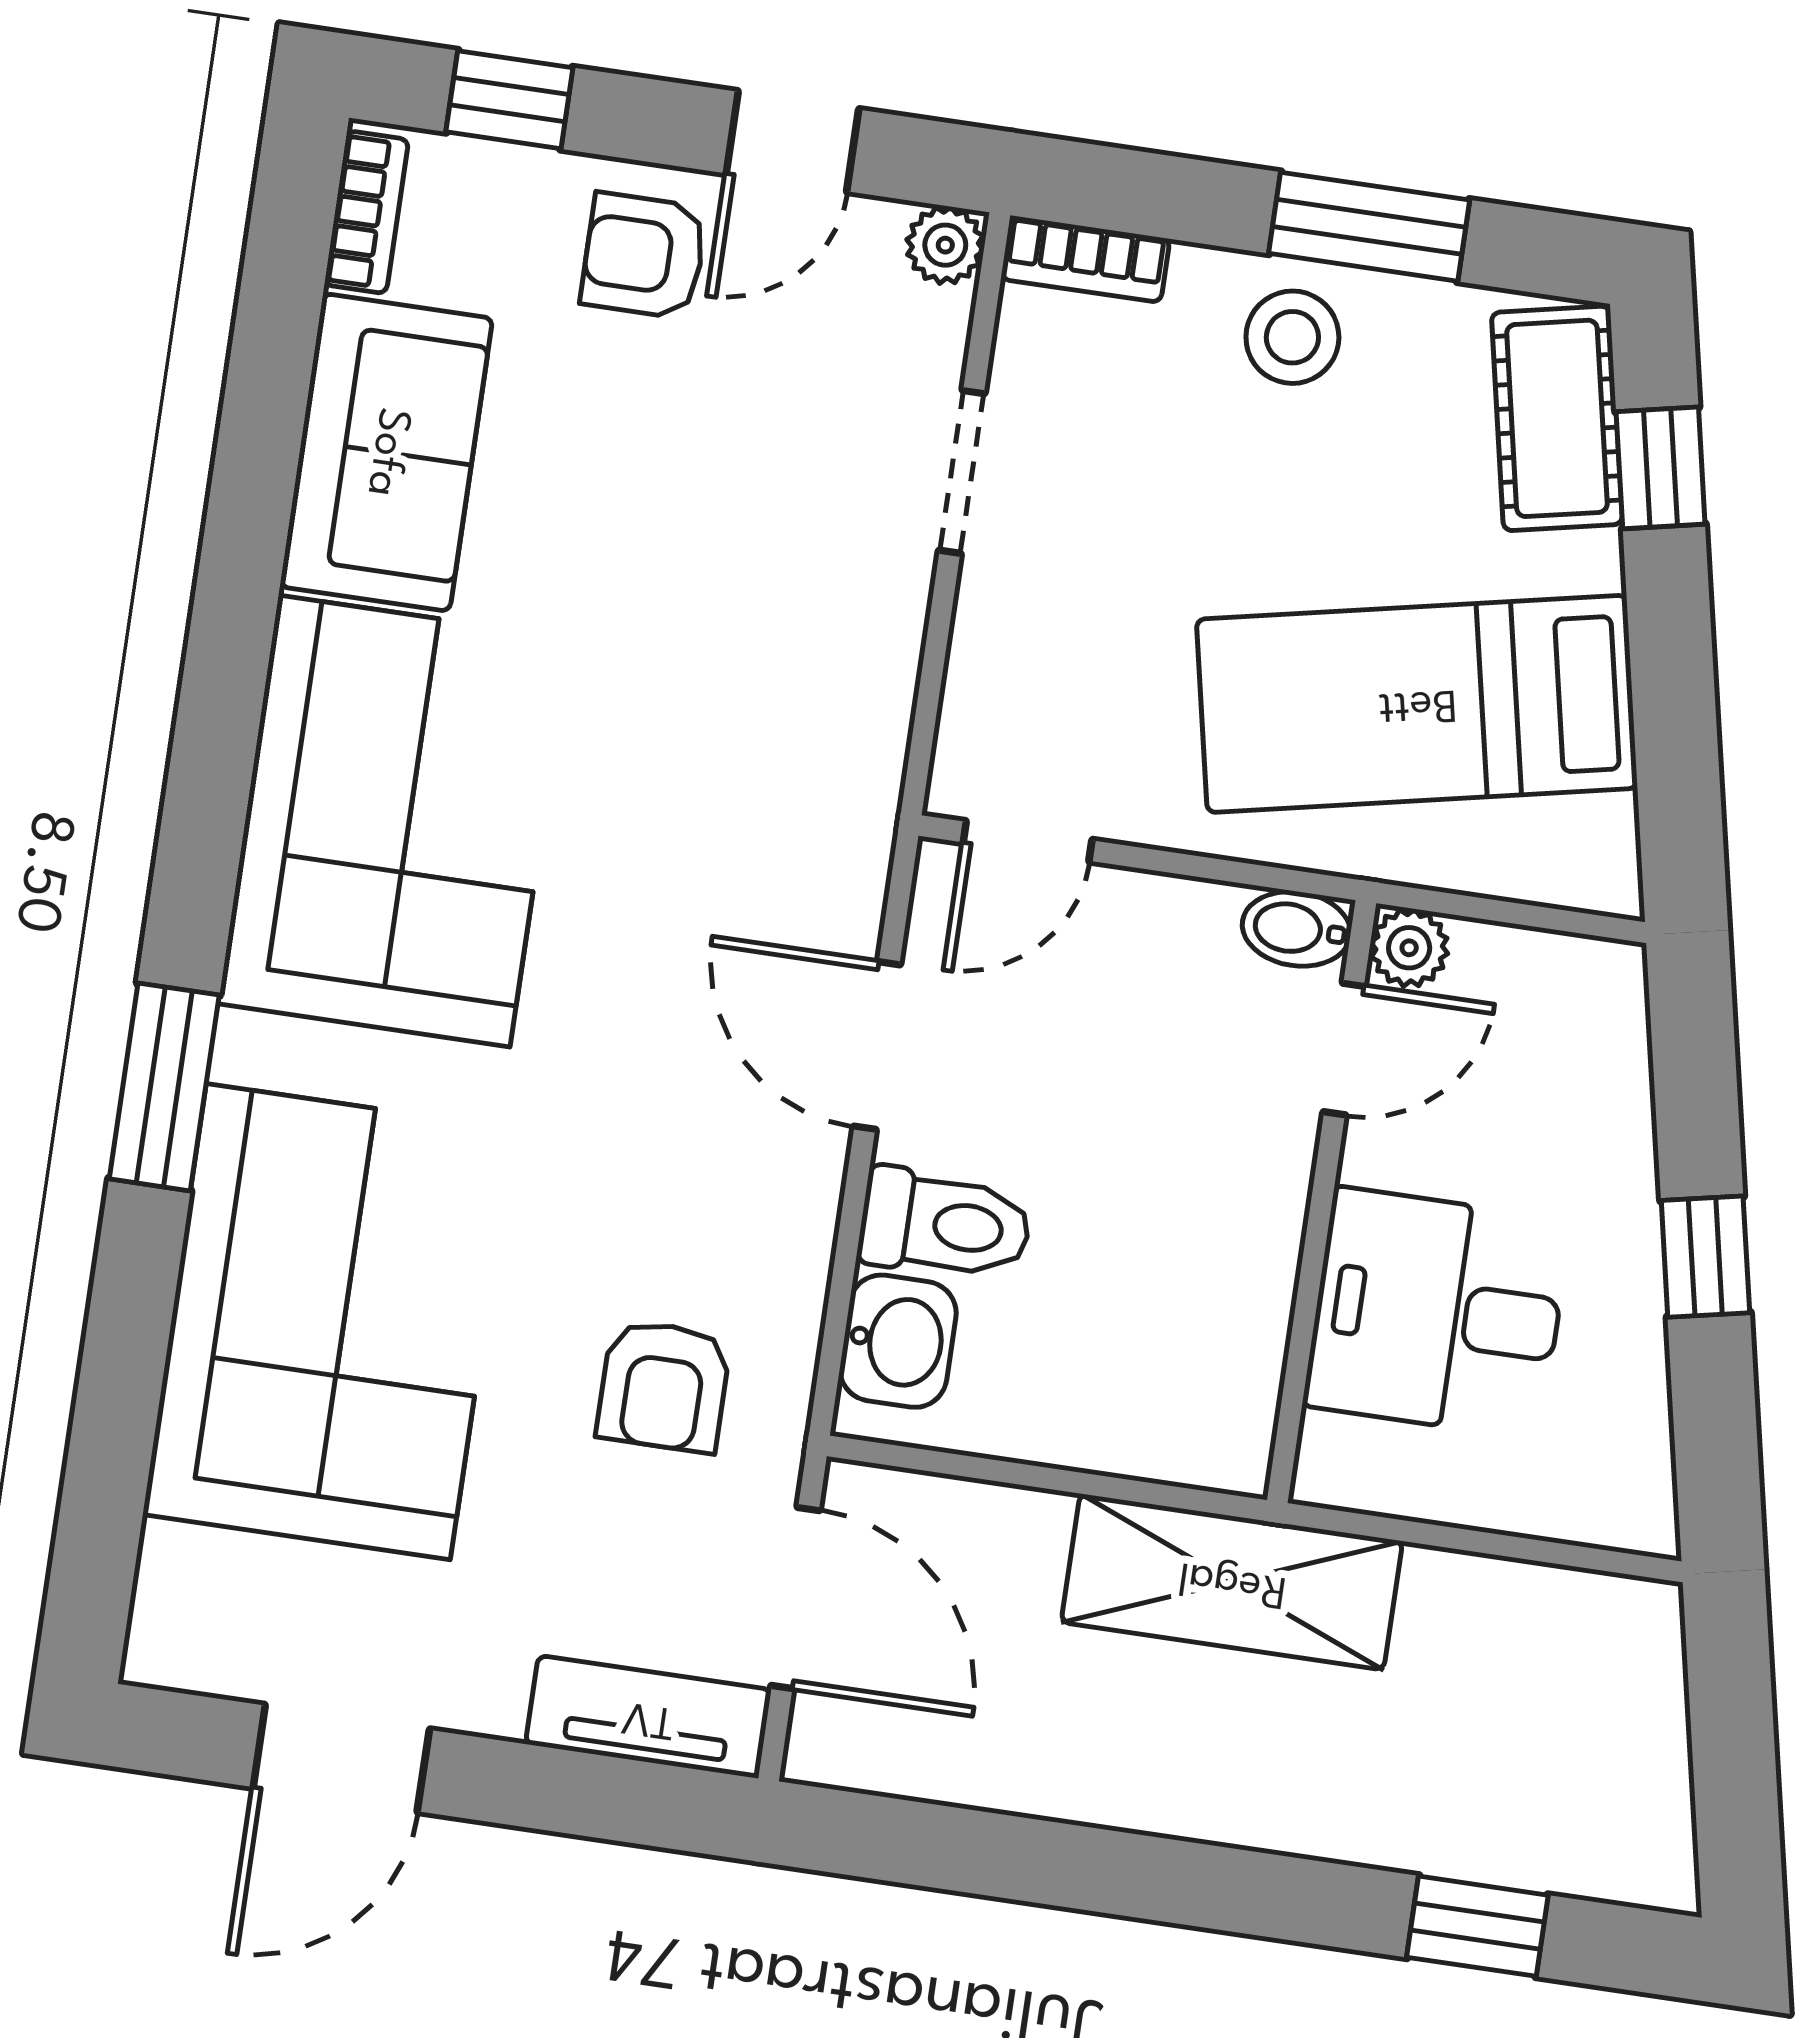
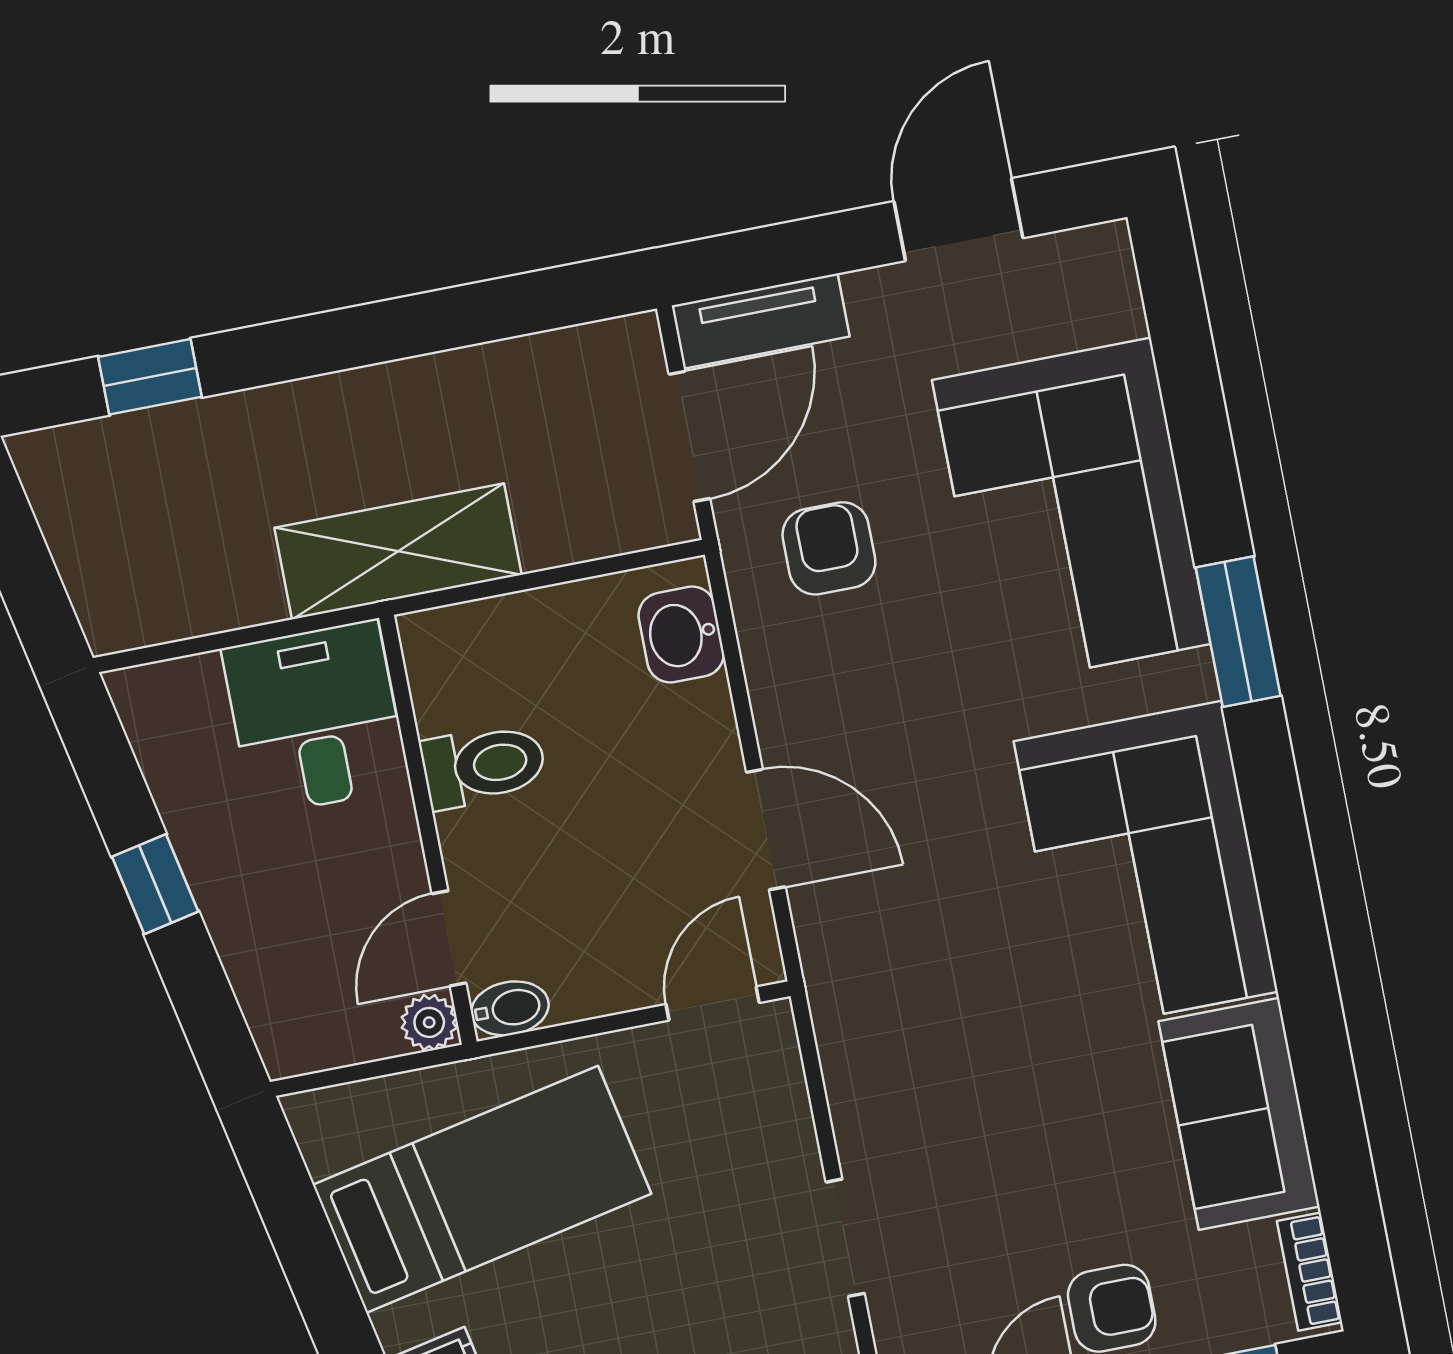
toilet: (945, 1225) -> (484, 766), moved, turned 180
desk: (1437, 1313) -> (315, 718), moved, turned -90
door: (795, 1598) -> (689, 436), swing flipped

